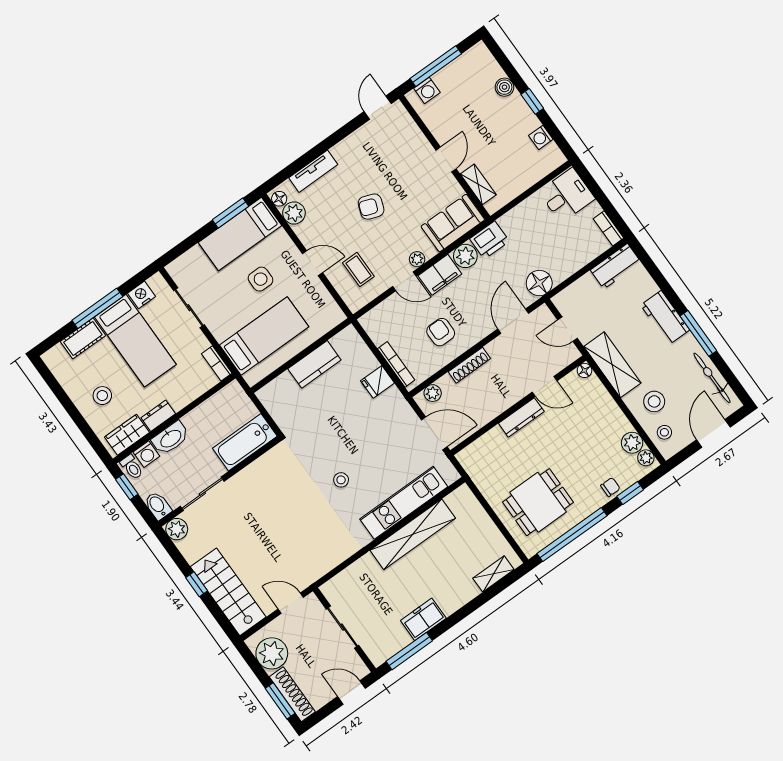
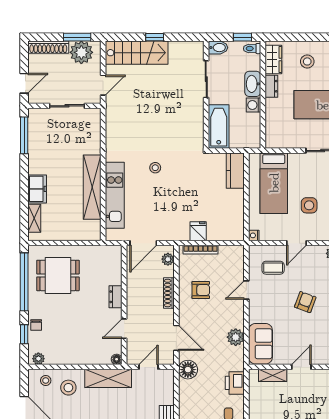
door: (446, 159) -> (301, 367), swing flipped
printer: (489, 240) -> (235, 383), moved
plant: (417, 259) -> (254, 307), removed
filing cabinet: (440, 275) -> (235, 314), removed
nightstand: (338, 317) -> (254, 235), added
bookcase: (217, 363) -> (277, 143), removed
kitchen counter: (314, 364) -> (235, 171), moved
dresser: (521, 417) -> (116, 297), width x0.70
plant: (632, 443) -> (53, 357), removed
washing machine: (146, 454) -> (254, 105), moved
dining table: (538, 502) -> (58, 275), turned 90
plant: (177, 529) -> (196, 49), removed
freezer: (423, 619) -> (37, 189), moved
window: (280, 701) -> (77, 37), moved

